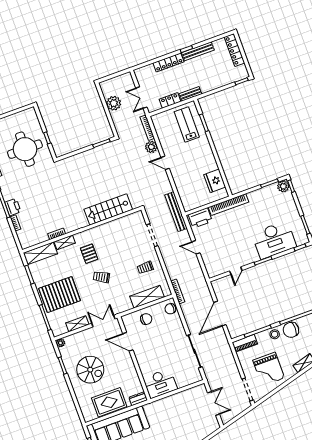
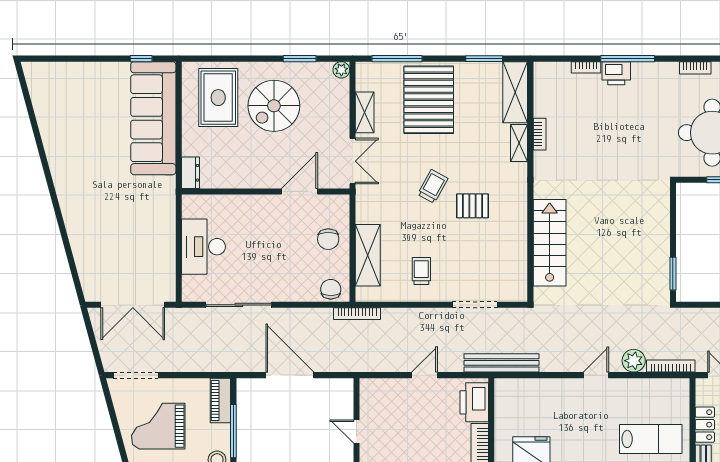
pallet: (89, 254) -> (472, 206), moved
desk: (160, 383) -> (203, 247), moved
rug: (109, 402) -> (218, 98), moved
double door: (213, 403) -> (133, 305), width x1.37

